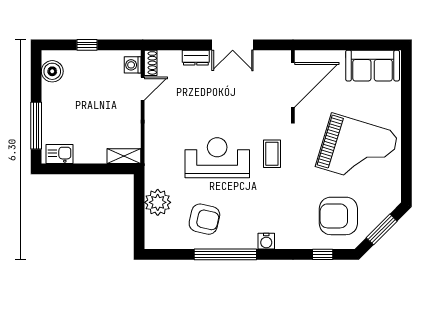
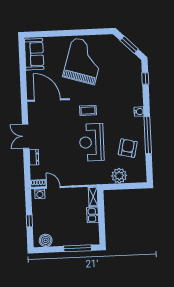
double door: (233, 45) -> (26, 136), swing flipped
kitchen sink: (59, 154) -> (93, 215), moved
armchair: (338, 216) -> (122, 70), removed

